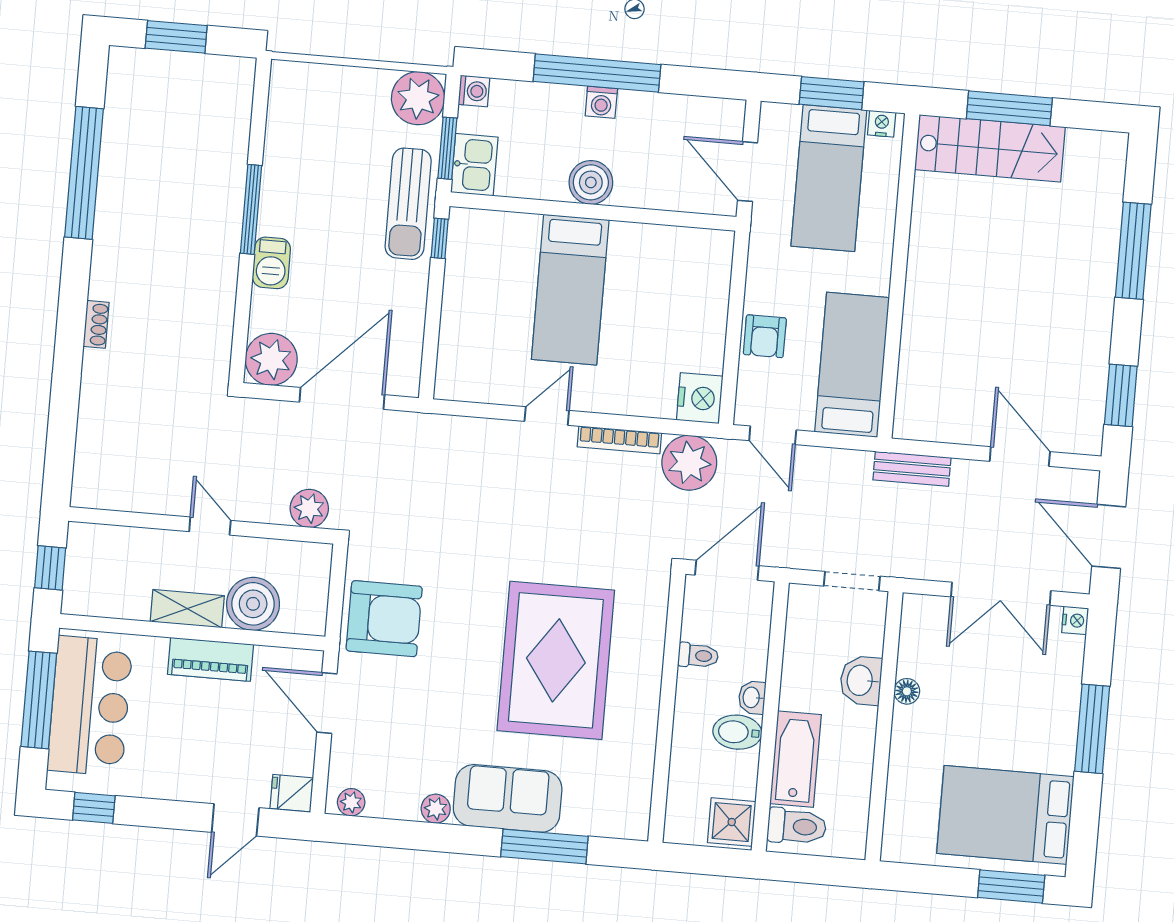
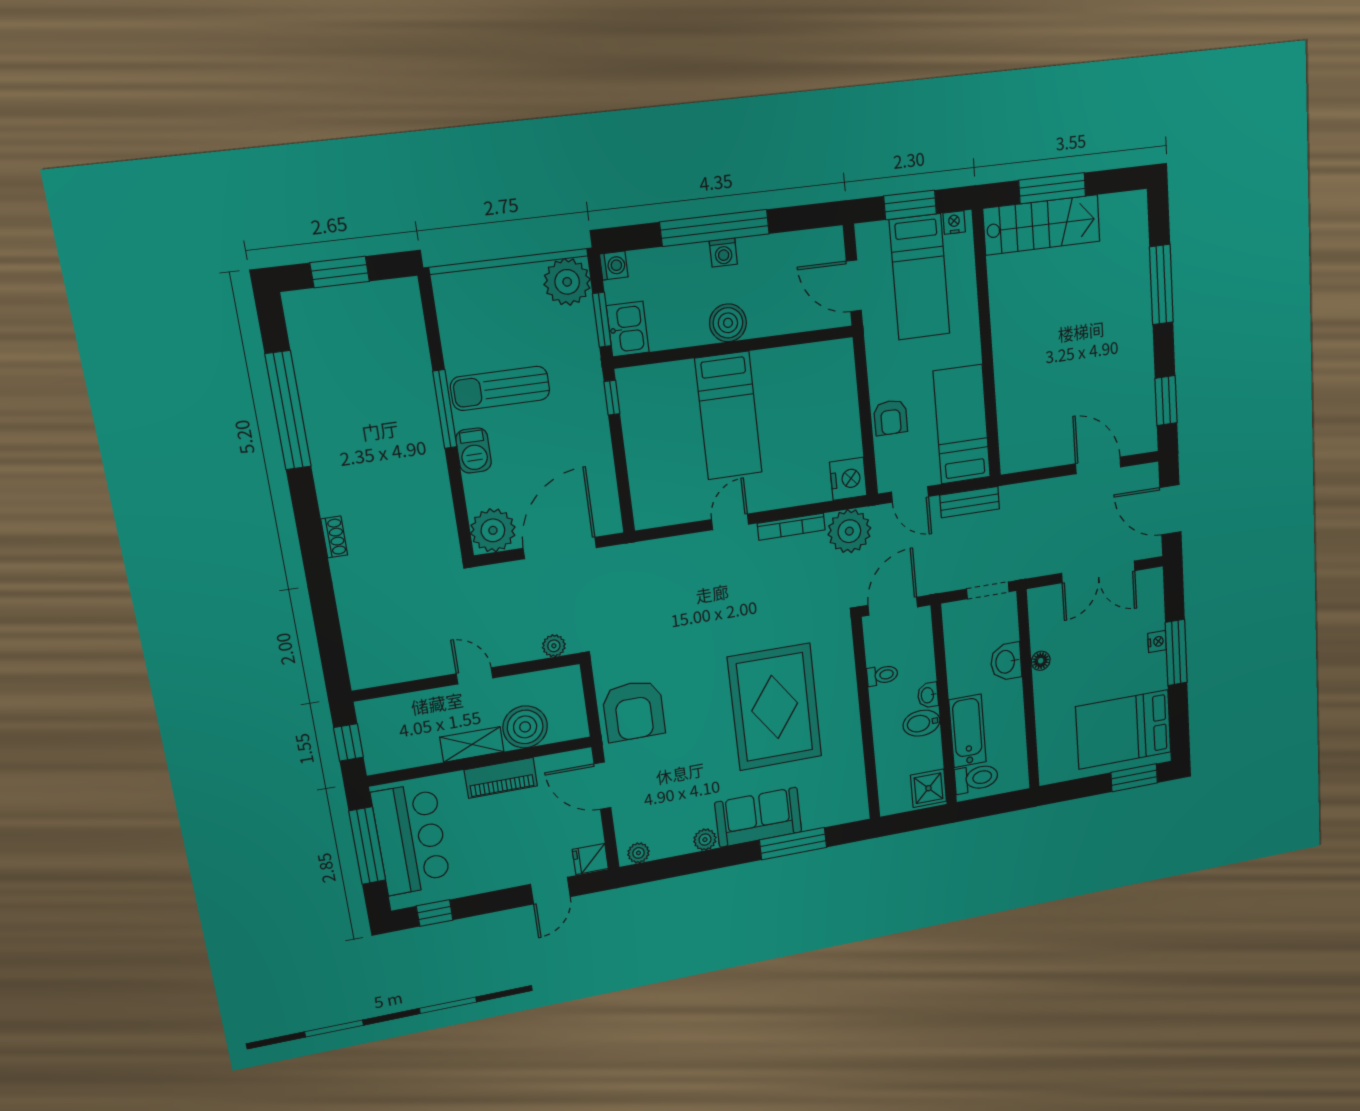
sun lounger: (408, 204) -> (500, 388), moved, turned 90
bench: (912, 469) -> (970, 502), moved
plant: (309, 508) -> (554, 646), width x0.73, depth x0.73
armchair: (384, 619) -> (634, 711), turned 90
nightstand: (1075, 620) -> (1157, 642), moved

